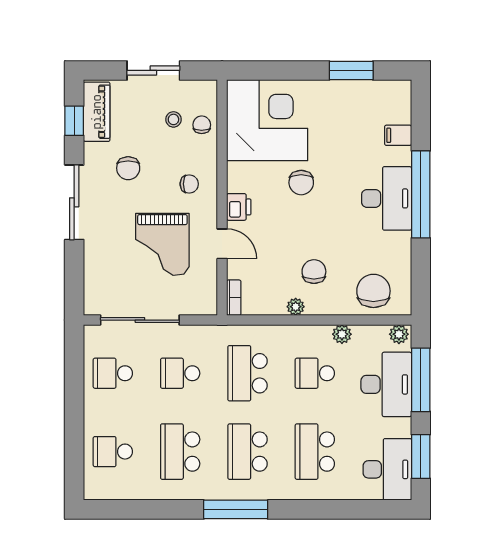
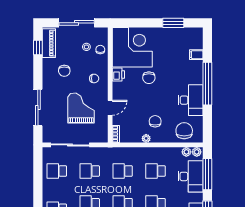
sliding door: (153, 70) -> (77, 23), width x1.37
desk: (387, 198) -> (191, 100), moved
sliding door: (74, 202) -> (38, 108), moved
printer: (239, 207) -> (118, 74), moved
grand piano: (162, 244) -> (81, 108), turned 180
door: (222, 244) -> (110, 108), hinge flipped
plant: (342, 334) -> (186, 152), moved
school desk: (247, 373) -> (123, 171), width x0.54

